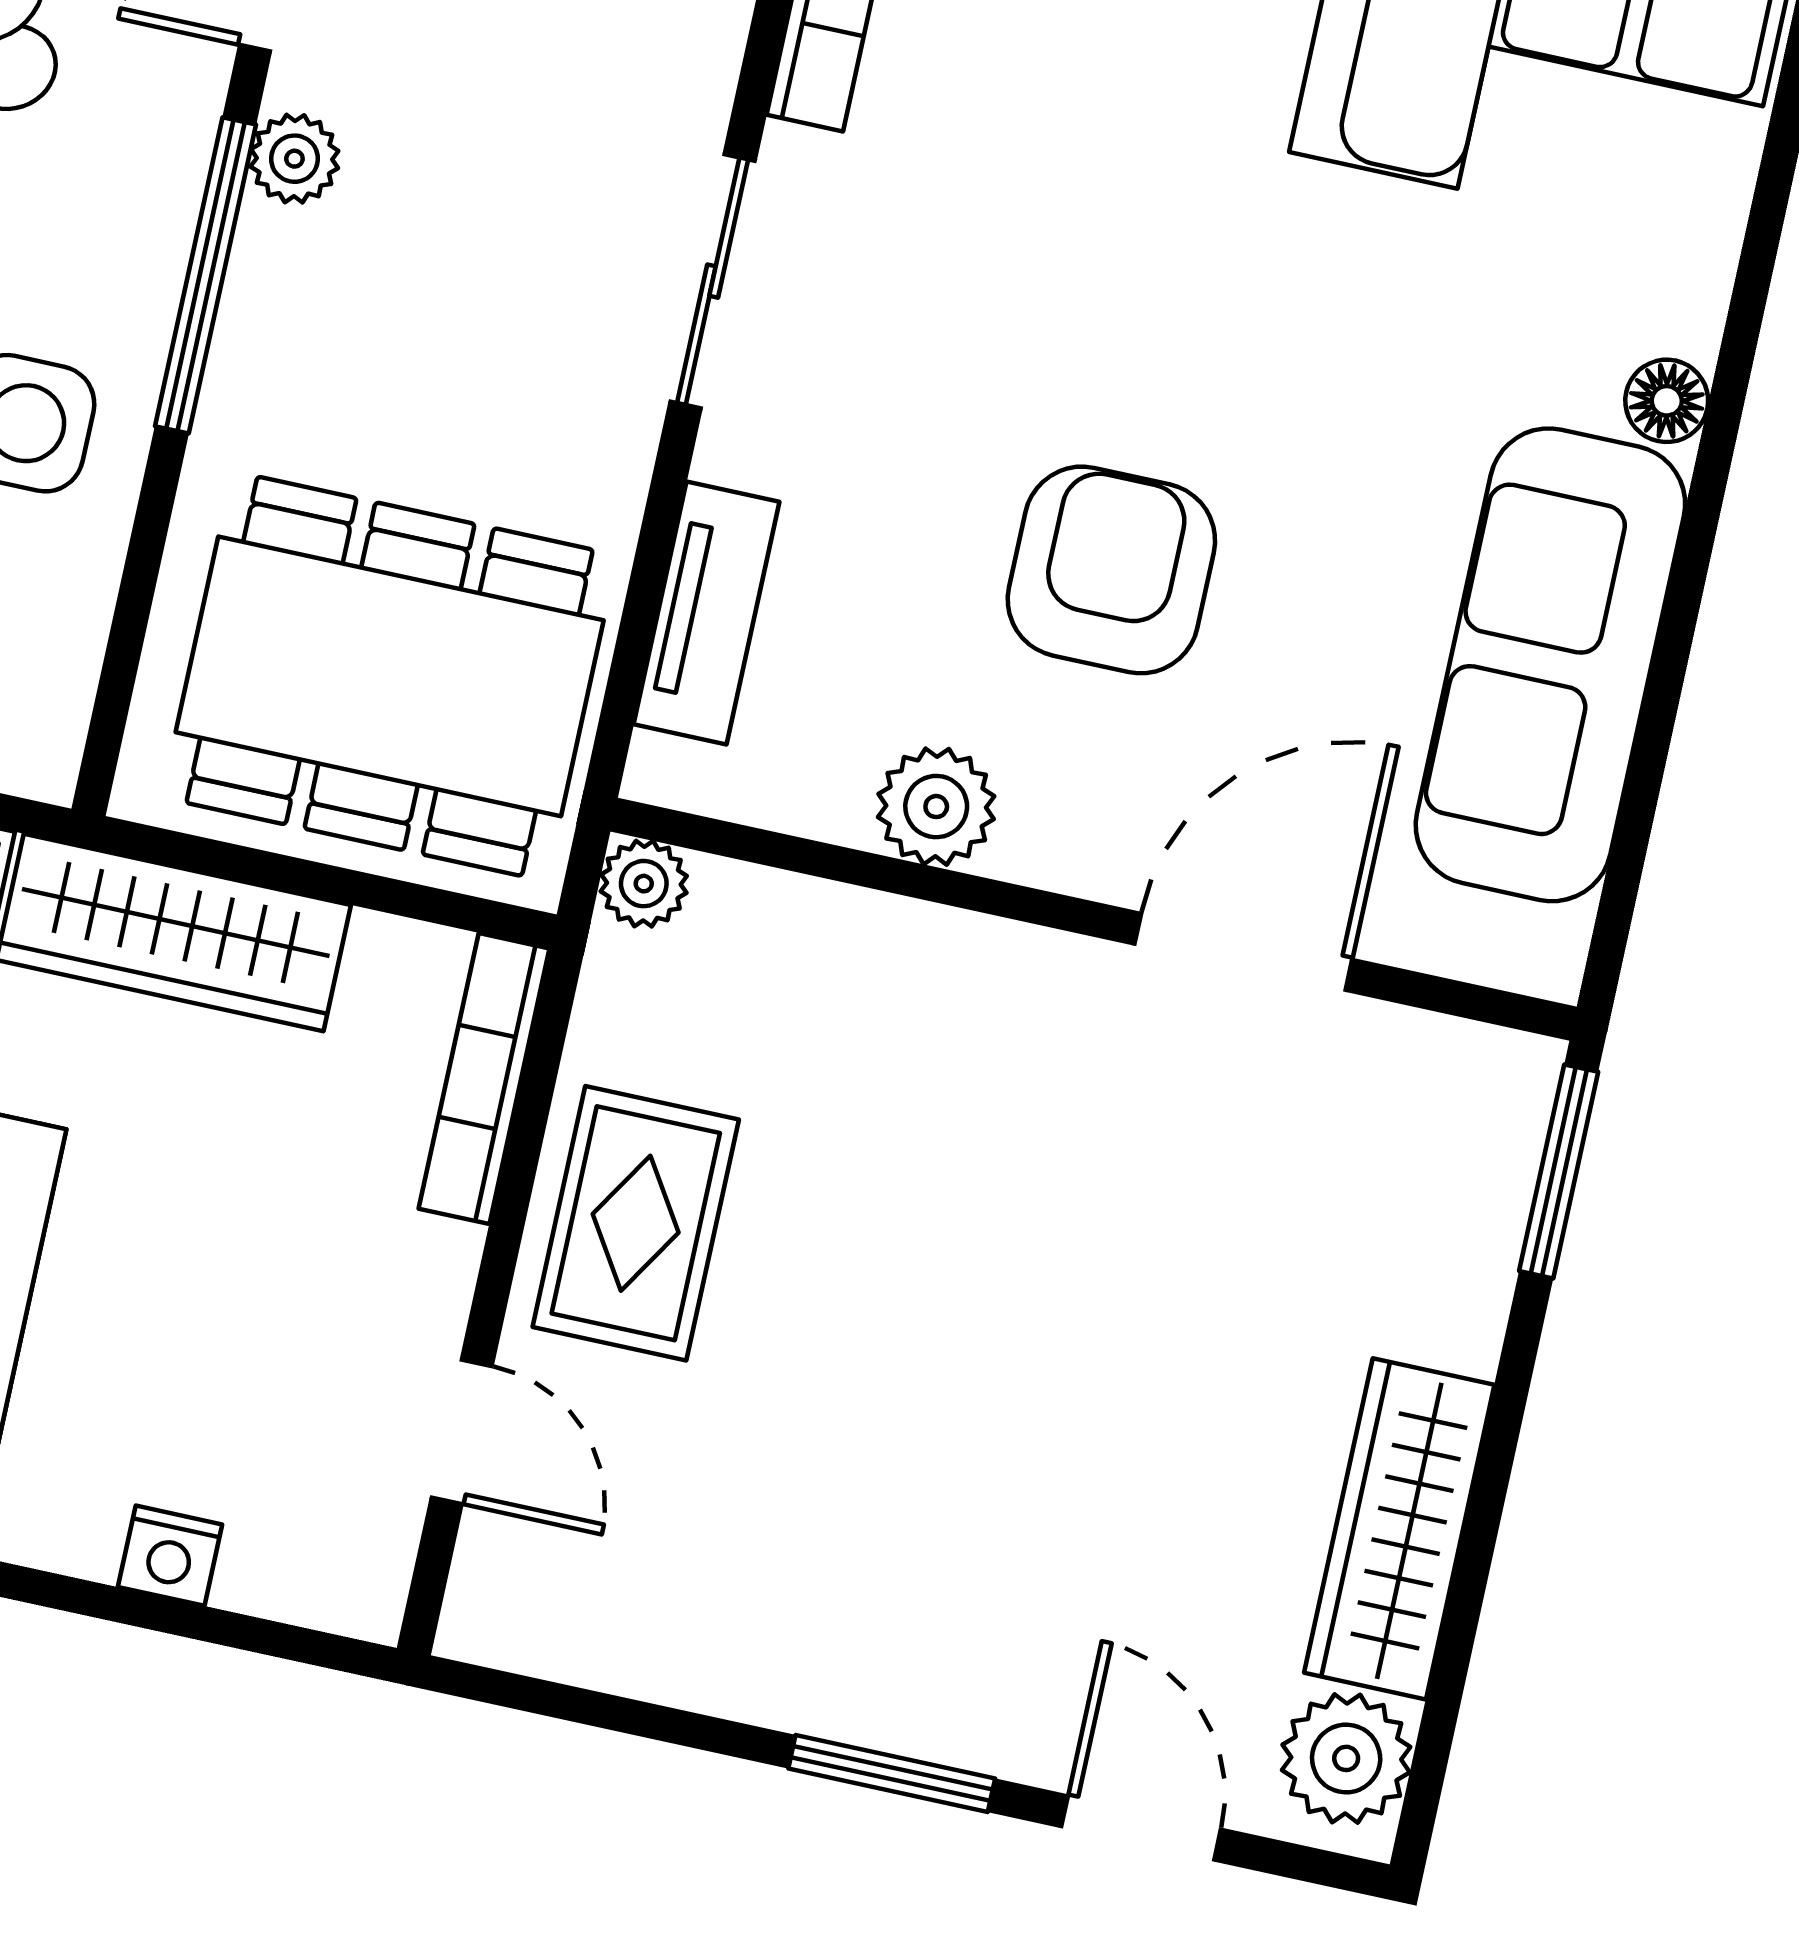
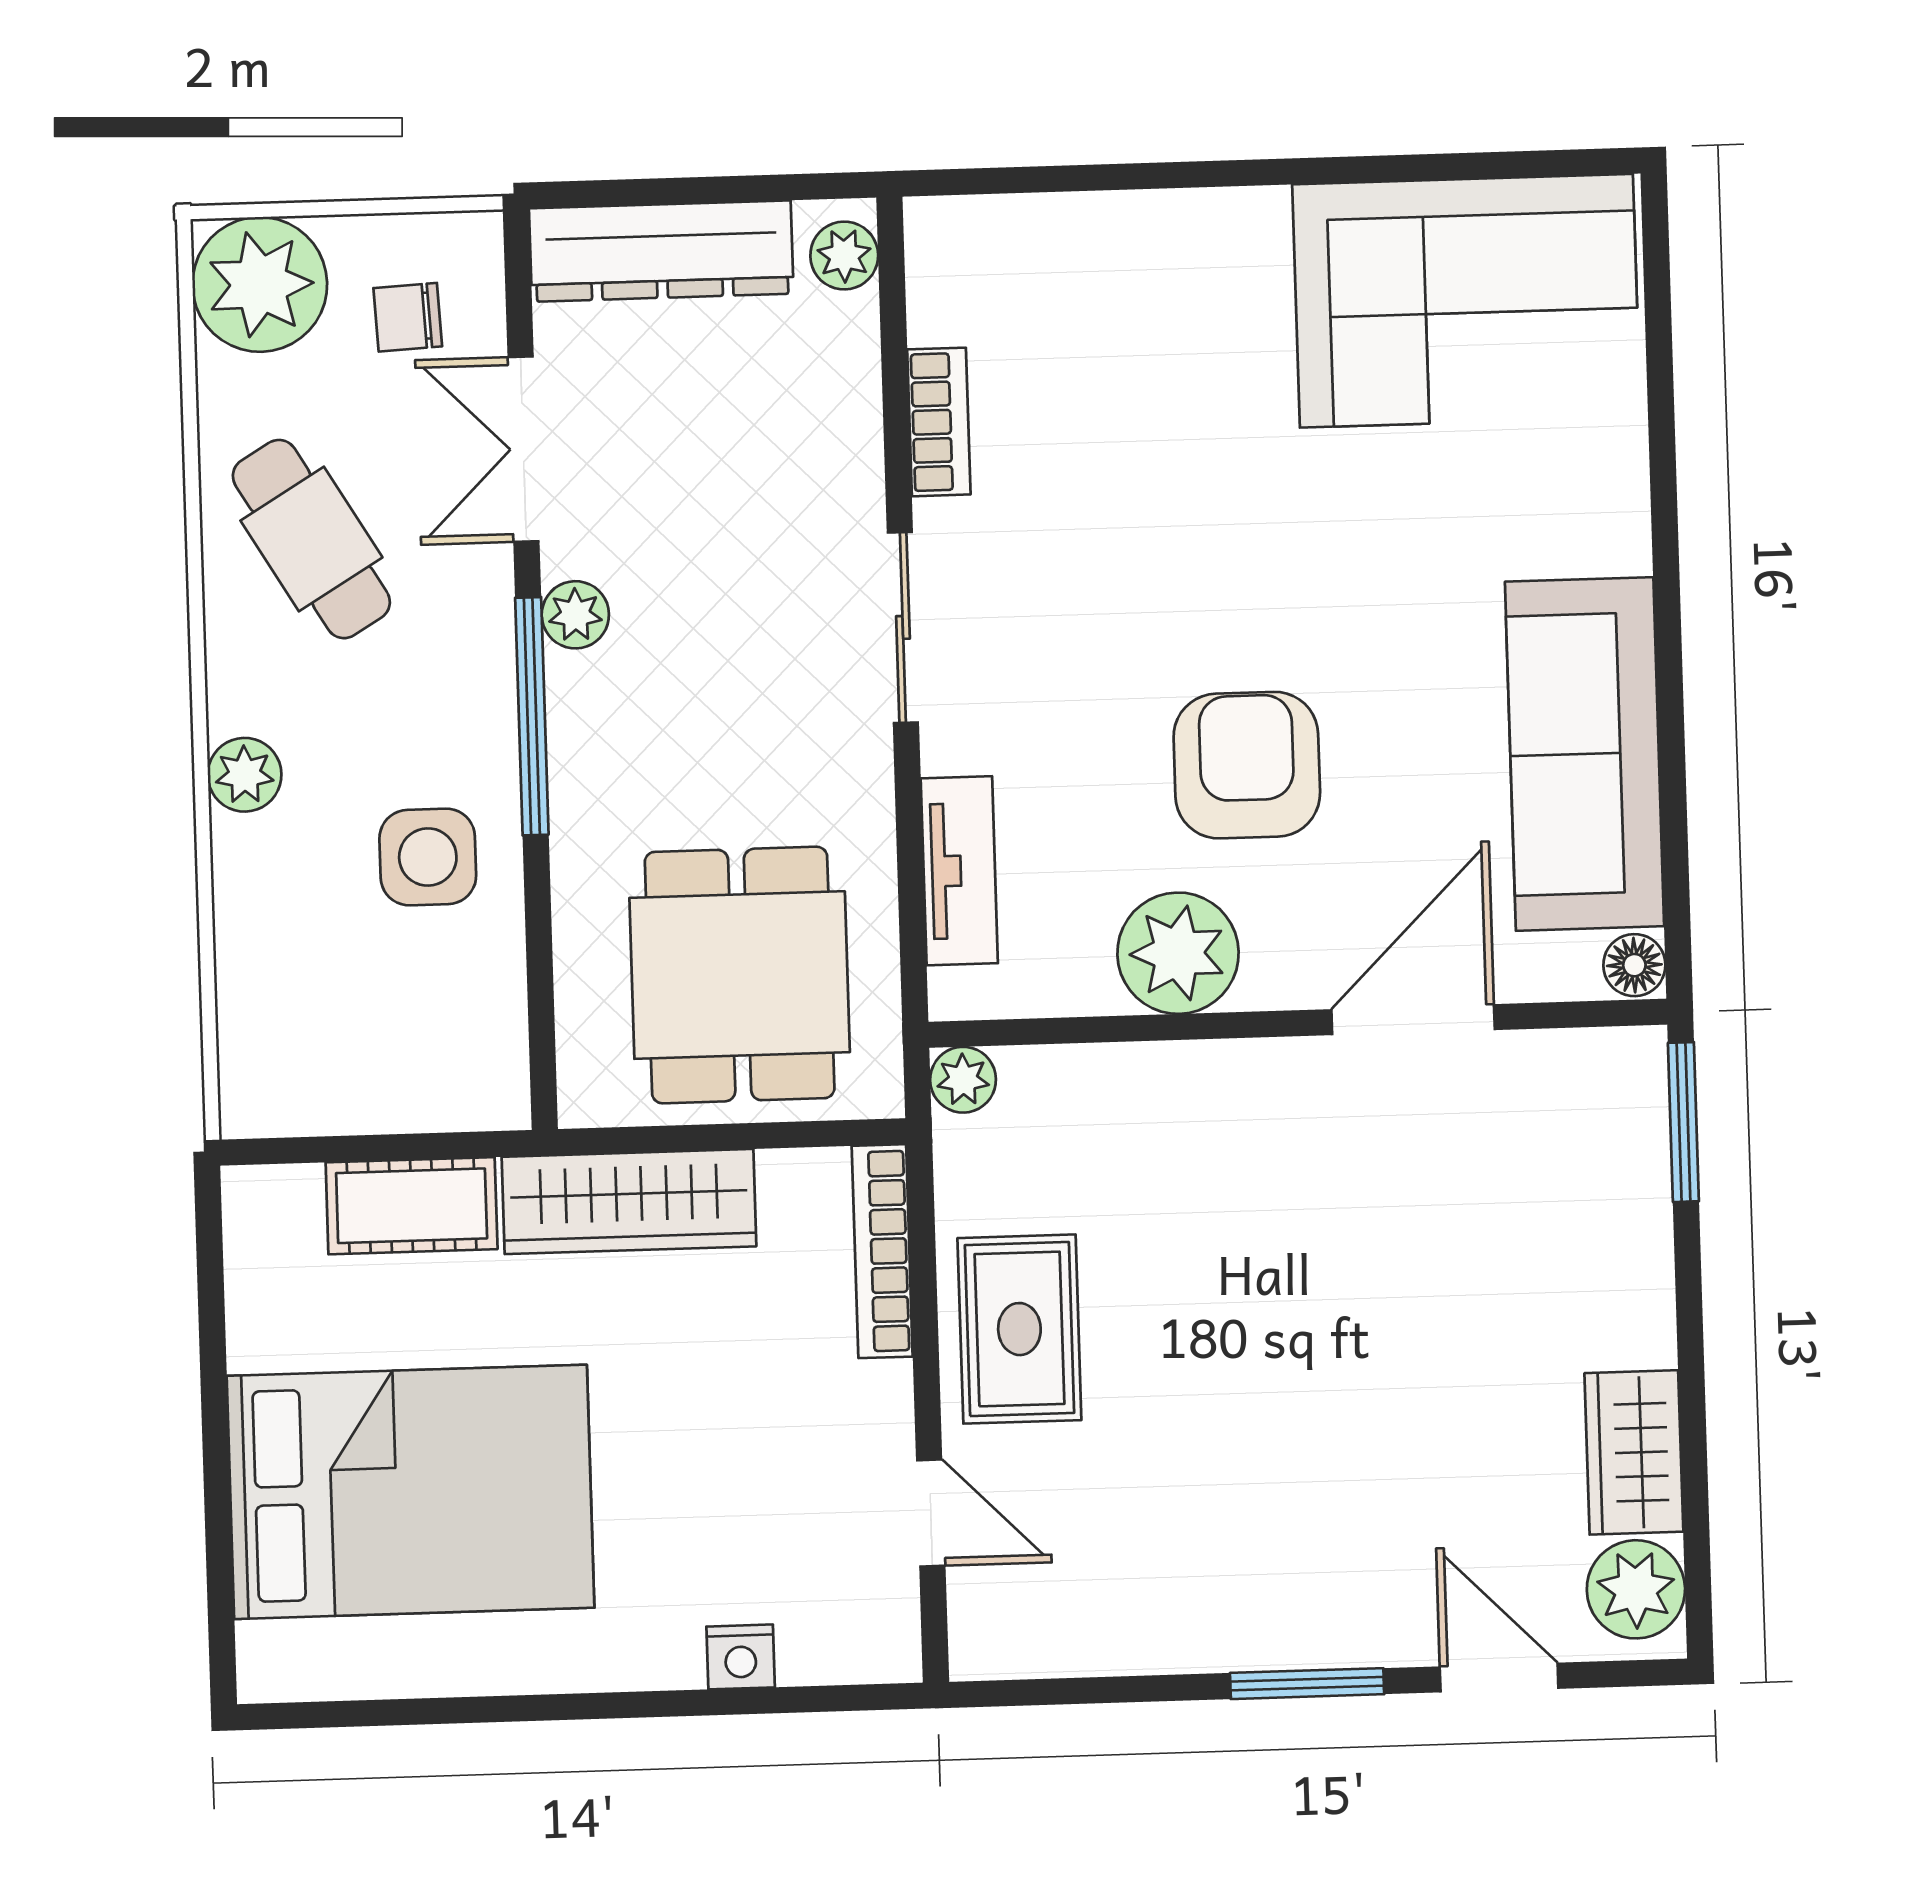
floor lamp: (1667, 401) -> (1634, 965), moved
dining table: (390, 676) -> (740, 975), width x0.73
plant: (936, 807) -> (1178, 953), width x1.36, depth x1.36
wardrobe: (1399, 1529) -> (1634, 1452), width x0.67

